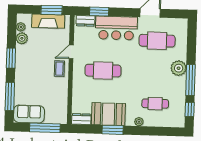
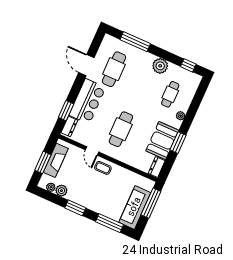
window: (52, 10) -> (43, 162), moved
plant: (179, 68) -> (160, 66), moved
window: (190, 80) -> (135, 42), moved
sofa: (29, 114) -> (135, 207), width x1.36

